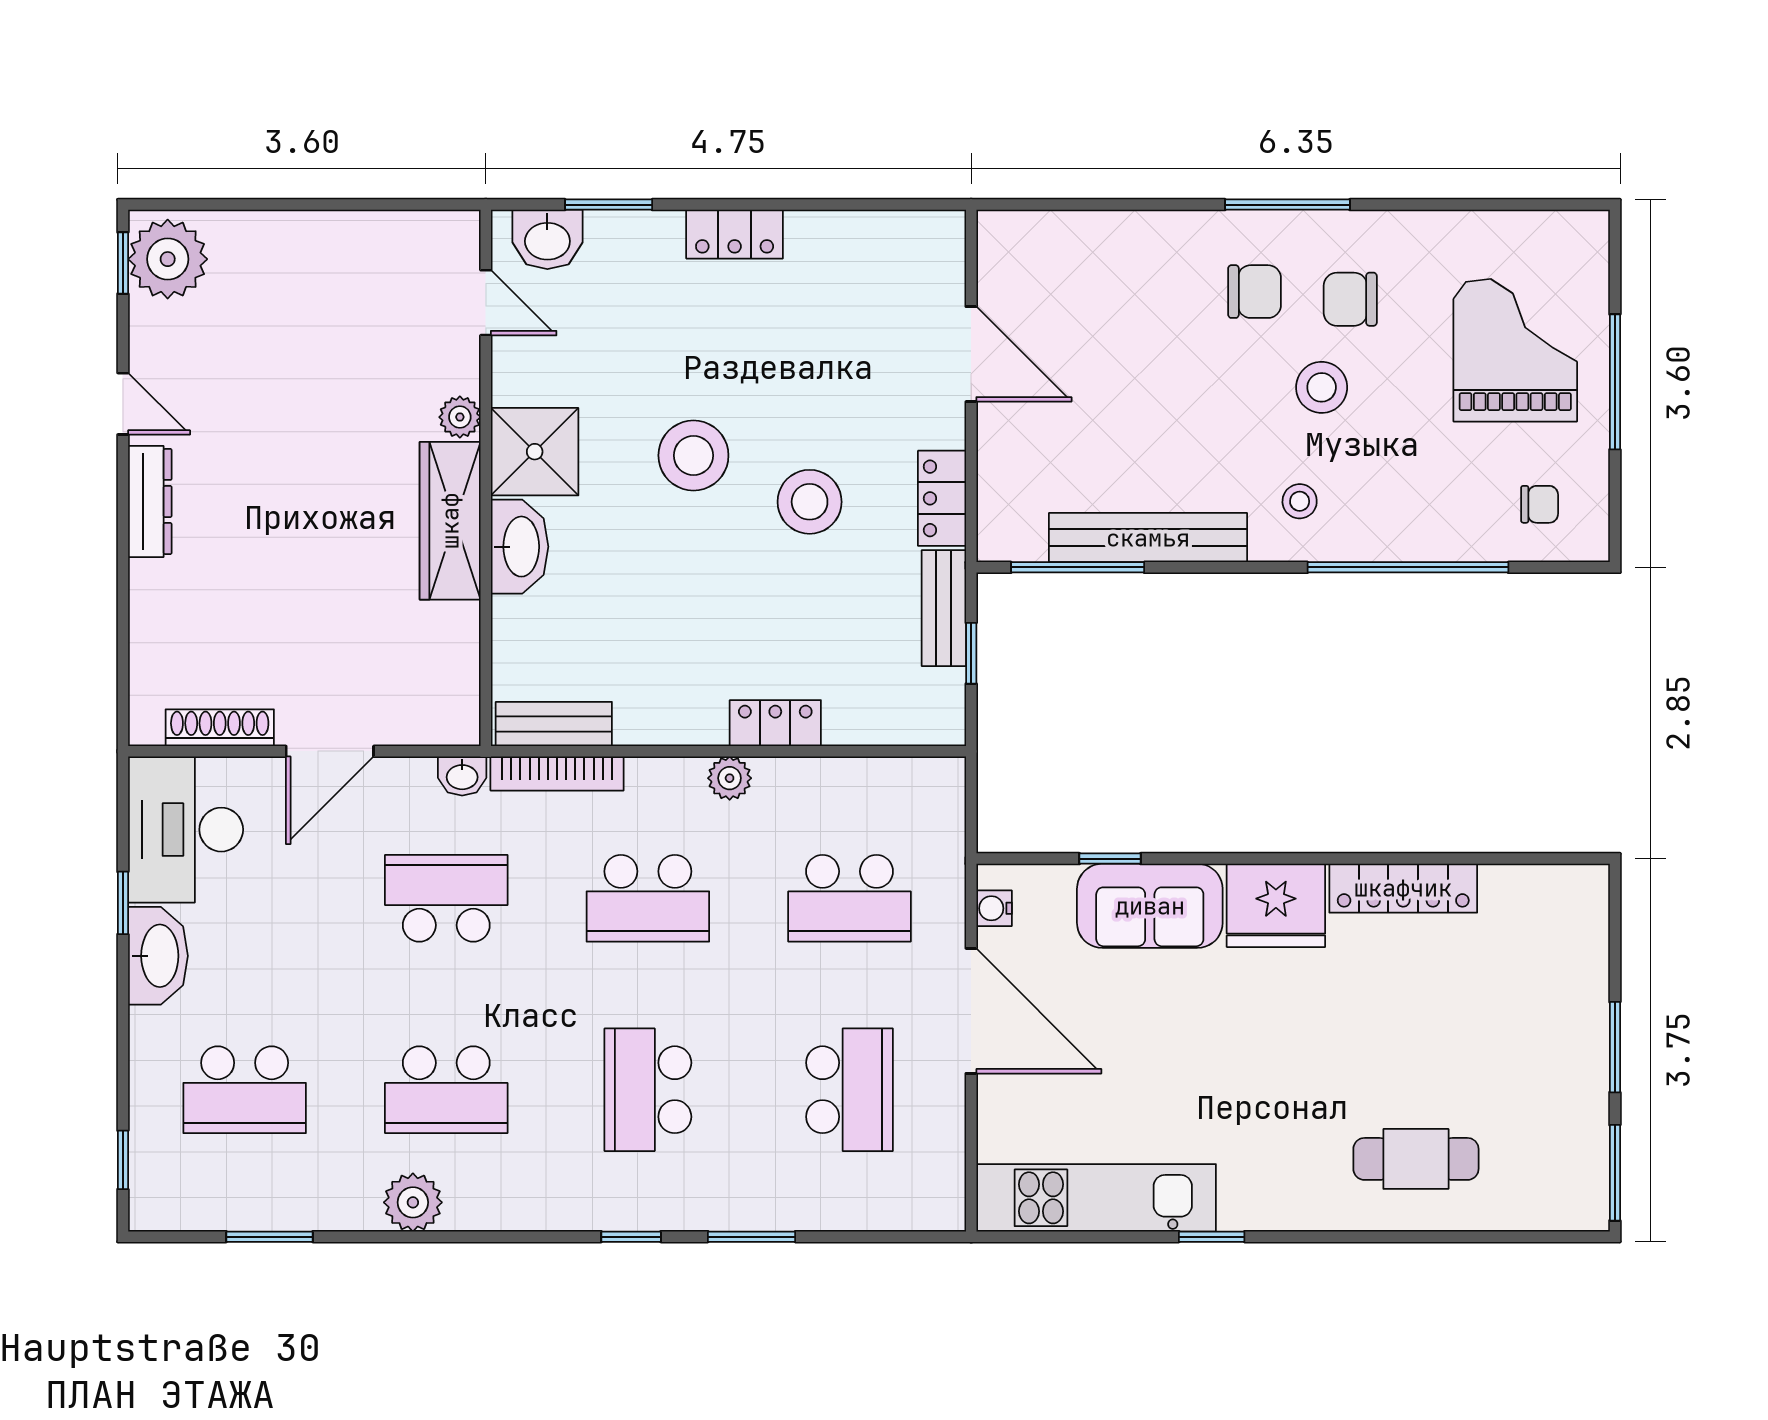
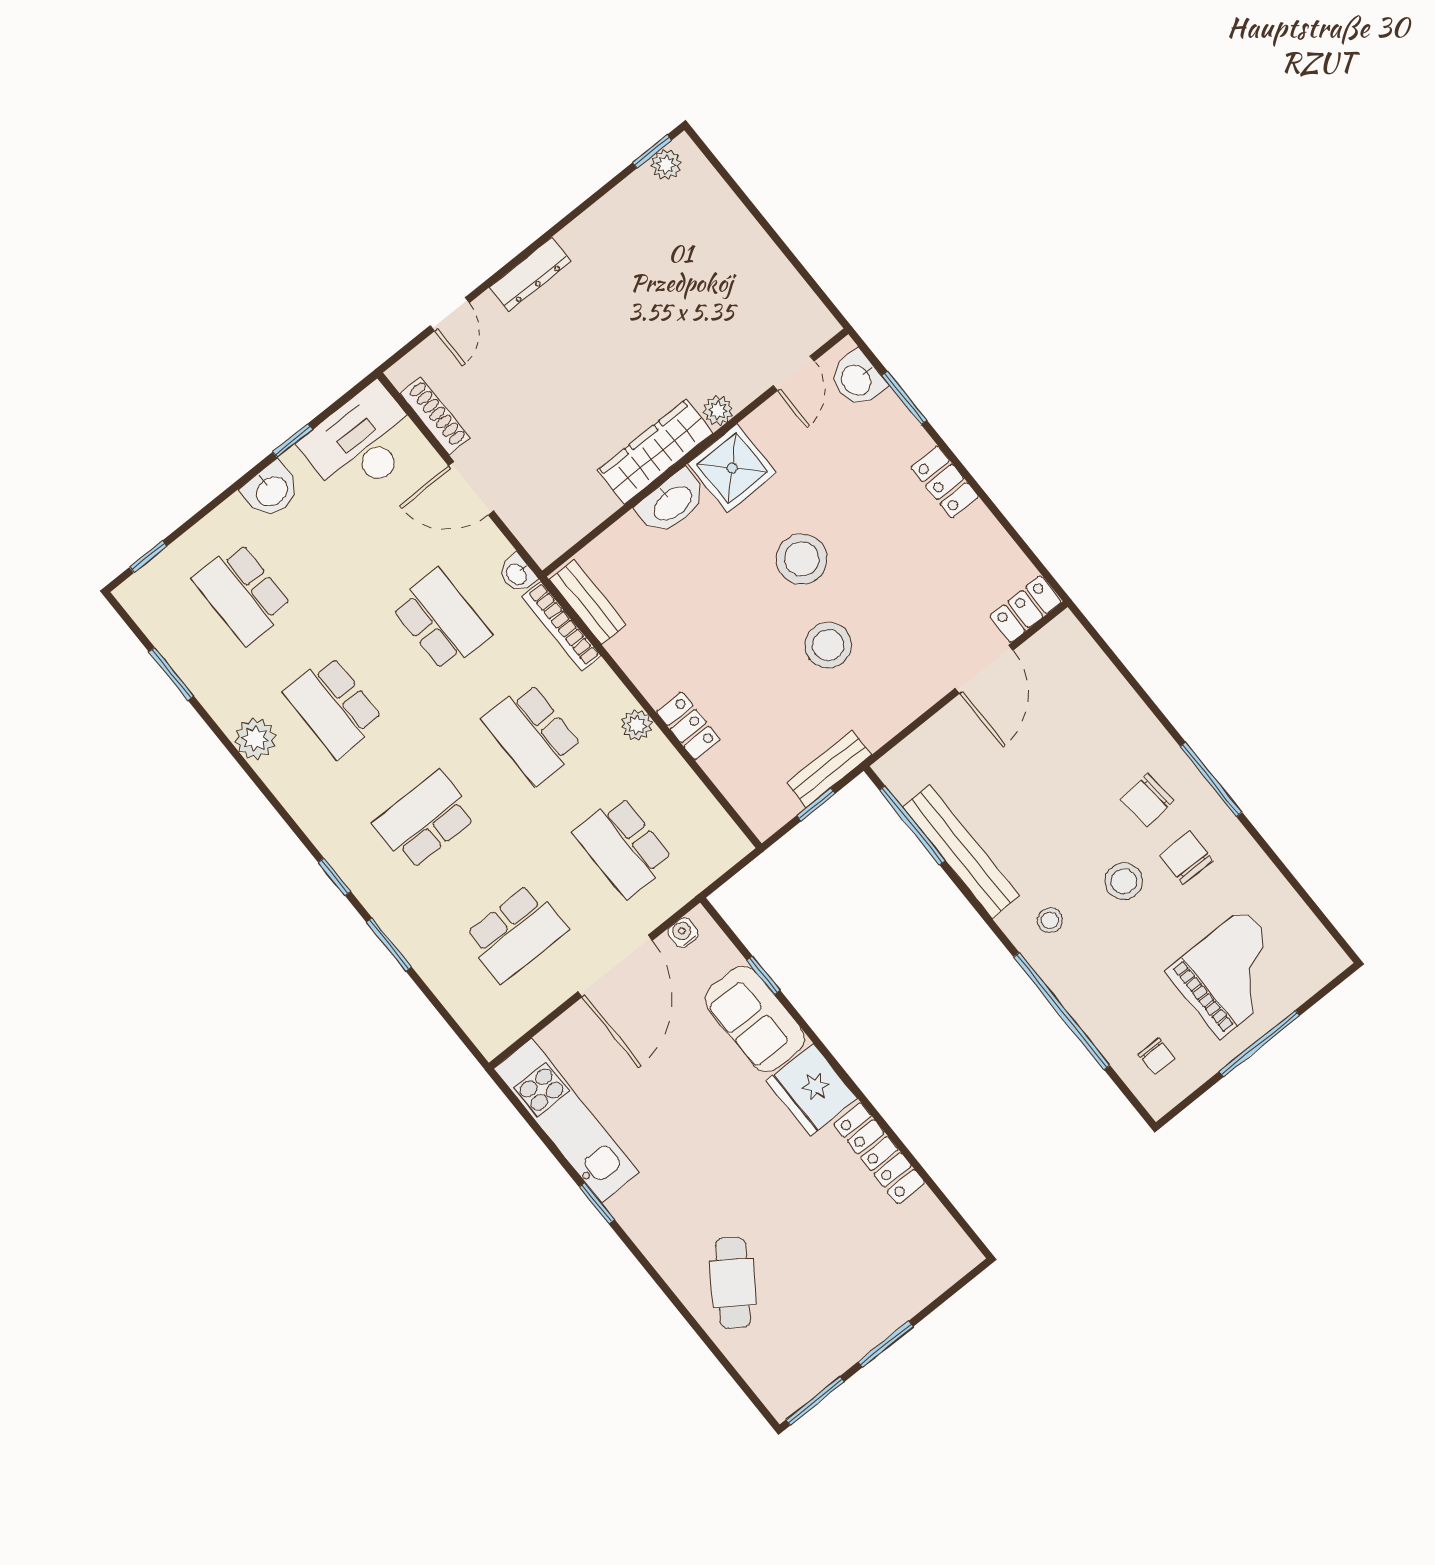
plant: (168, 259) -> (666, 164), width x0.53, depth x0.53
chair: (1255, 292) -> (1147, 800), turned 85
door: (123, 404) -> (450, 314), moved
locker: (942, 498) -> (1025, 609), moved
washbasin: (158, 956) -> (271, 490), width x0.72
cafe table: (1416, 1159) -> (733, 1283), turned 35

